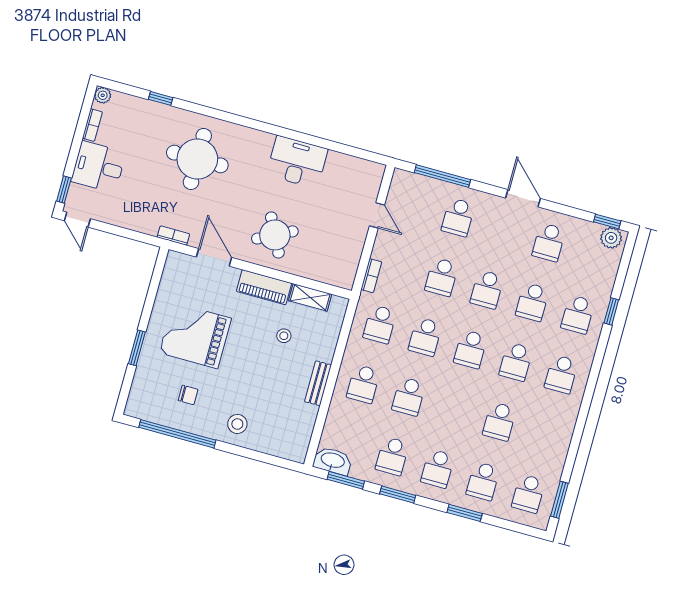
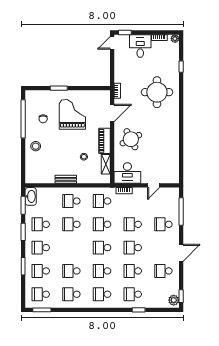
desk: (297, 162) -> (127, 173), moved, turned 90
school desk: (545, 434) -> (71, 294), added

